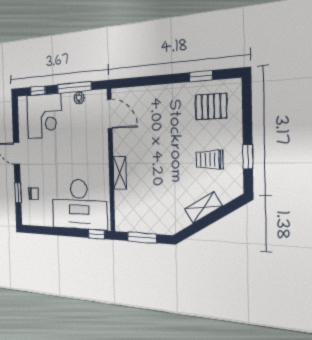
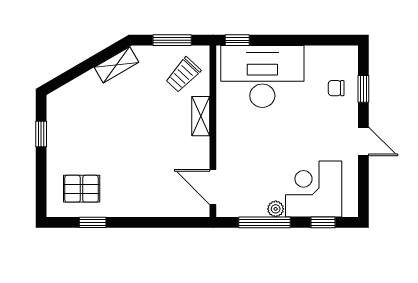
plant: (79, 98) -> (276, 209), moved
trolley: (209, 160) -> (183, 75), moved, turned 133
shelving: (203, 208) -> (116, 65), moved

